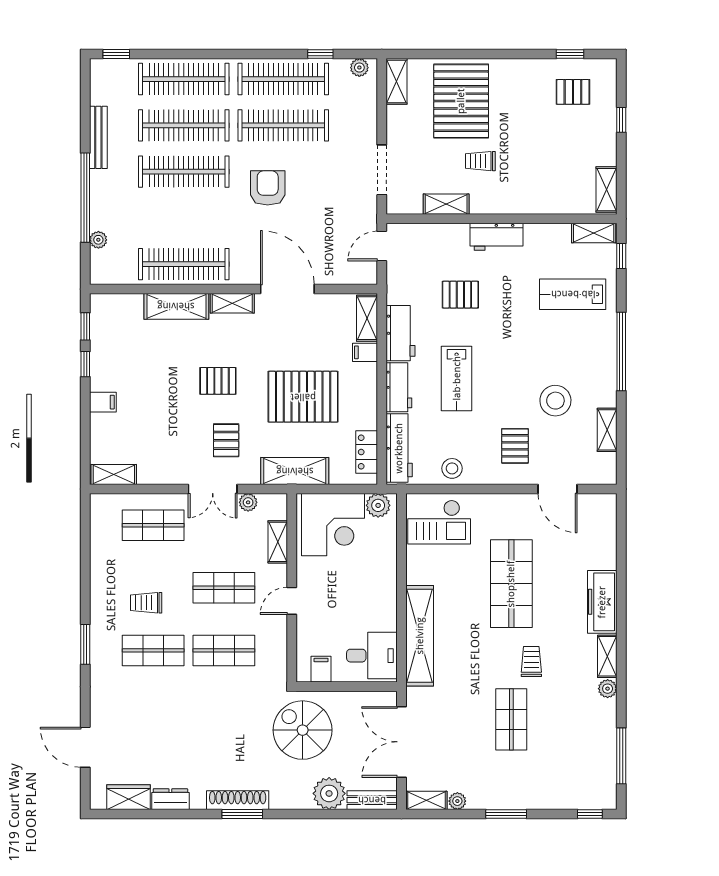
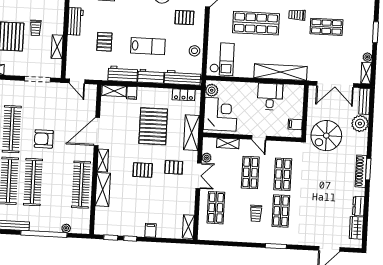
pallet: (218, 381) -> (143, 170), turned 90
desk: (372, 656) -> (270, 96), moved

